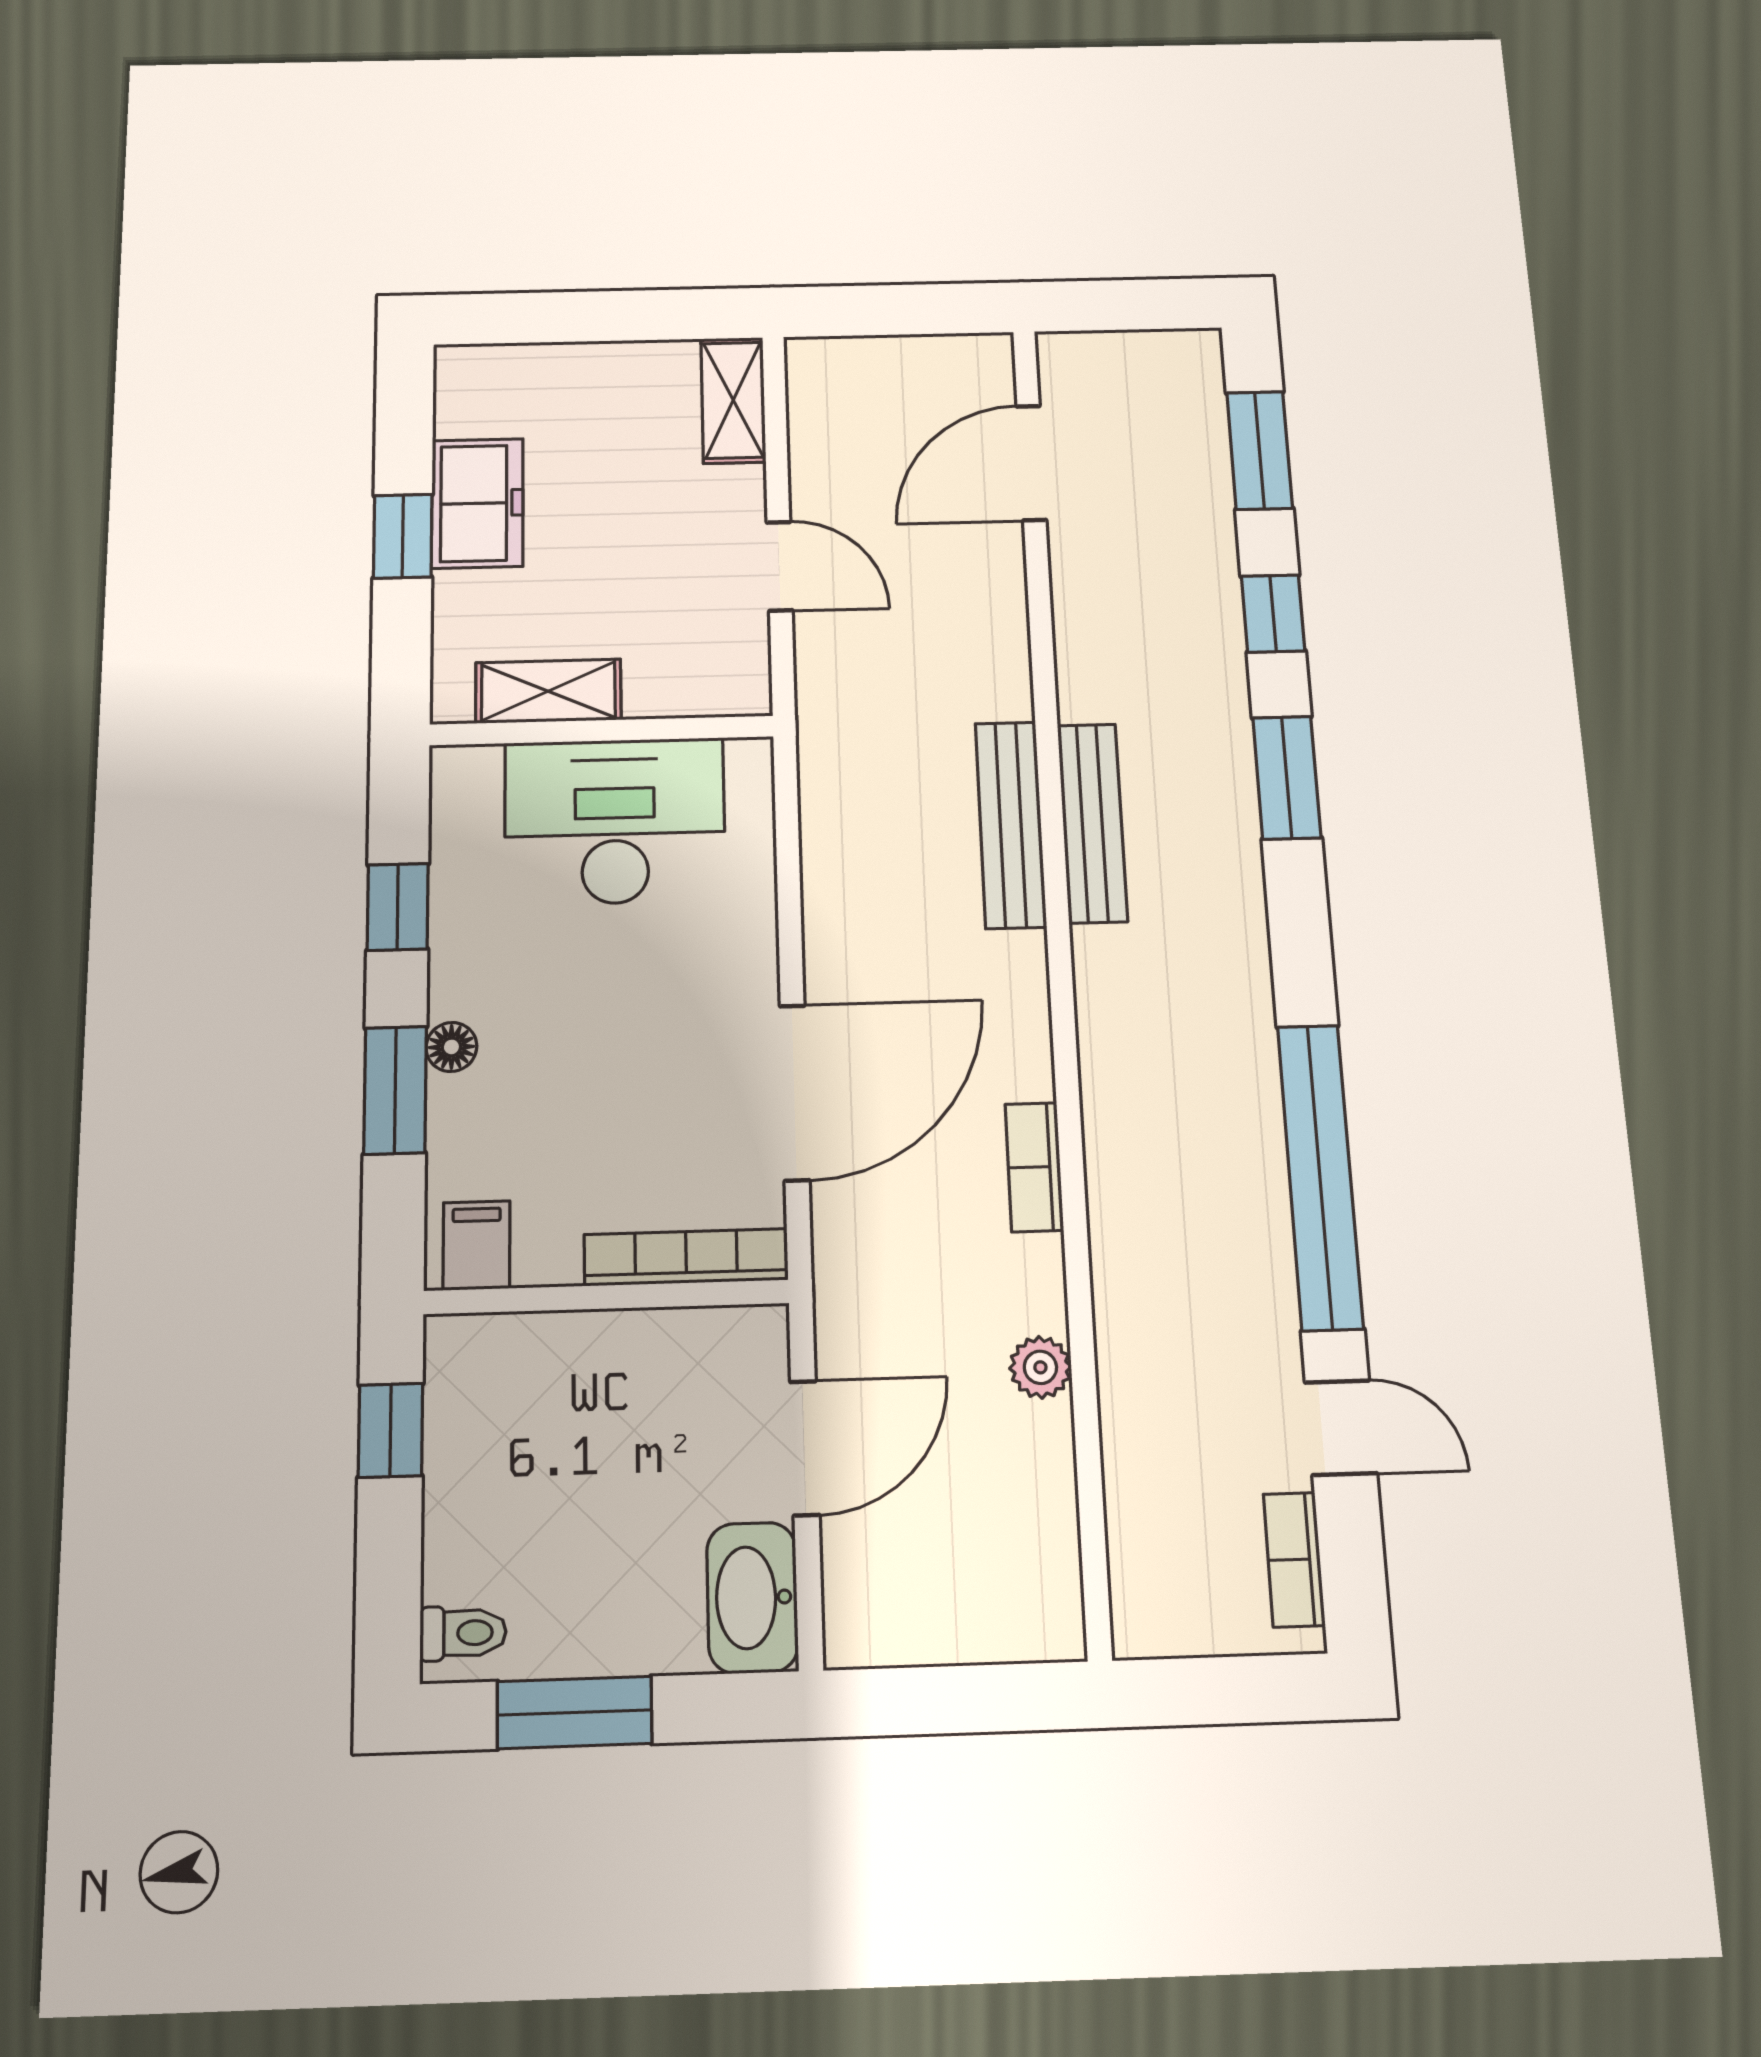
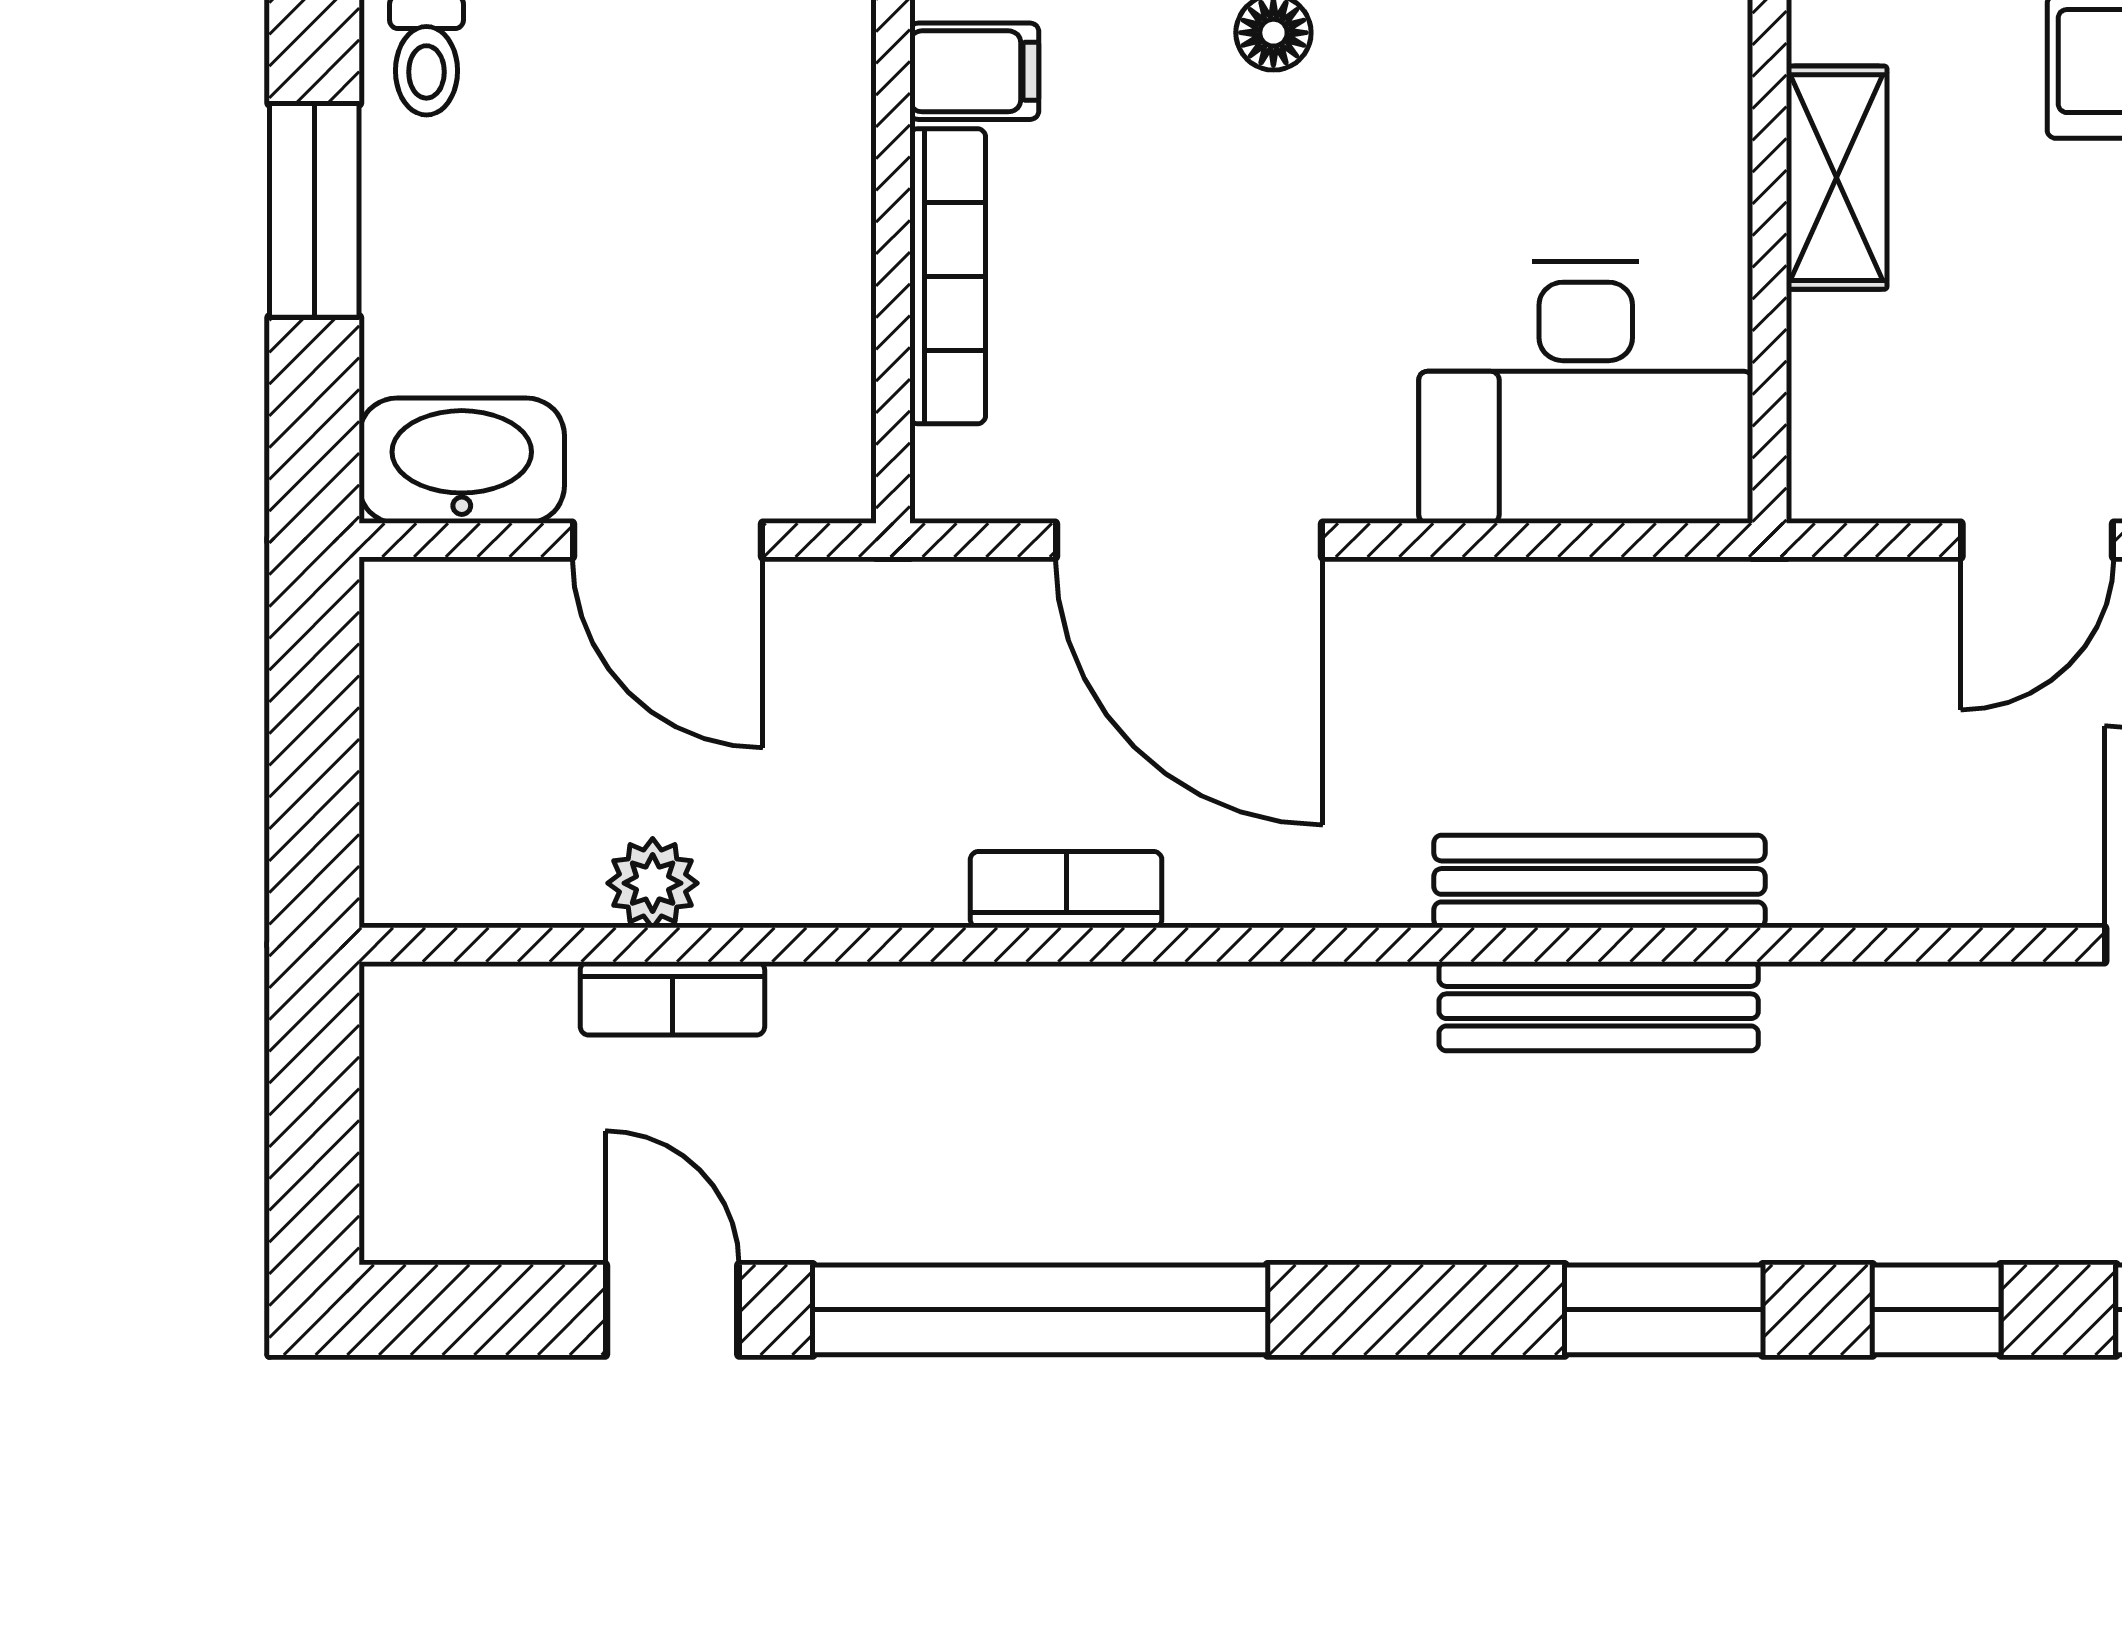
desk: (615, 821) -> (1586, 392), moved, turned 90
bookcase: (686, 1257) -> (948, 276), moved
plant: (1040, 1367) -> (653, 883), moved
door: (1341, 1428) -> (672, 1310), swing flipped
bookcase: (1294, 1560) -> (672, 998), moved, turned 180

